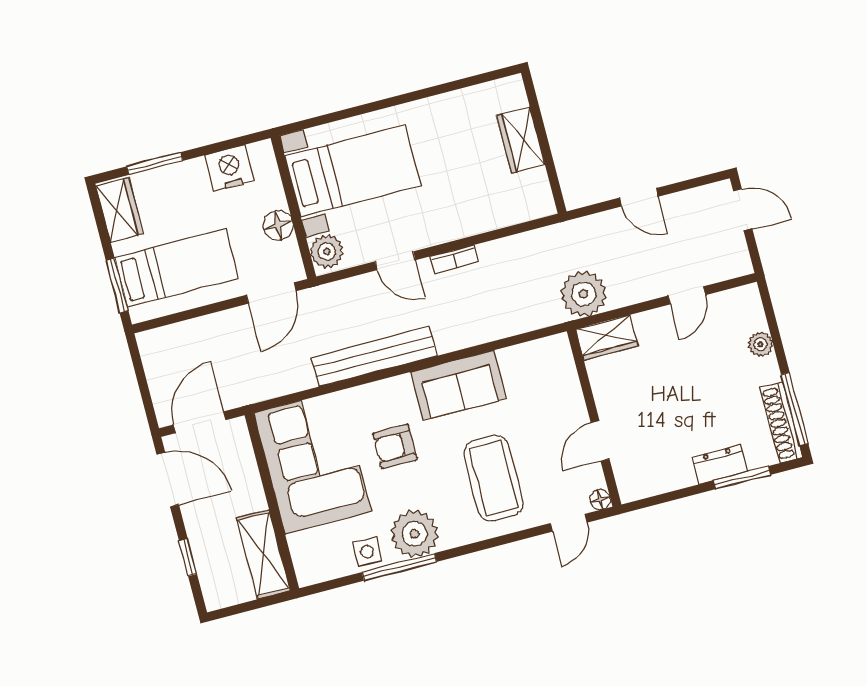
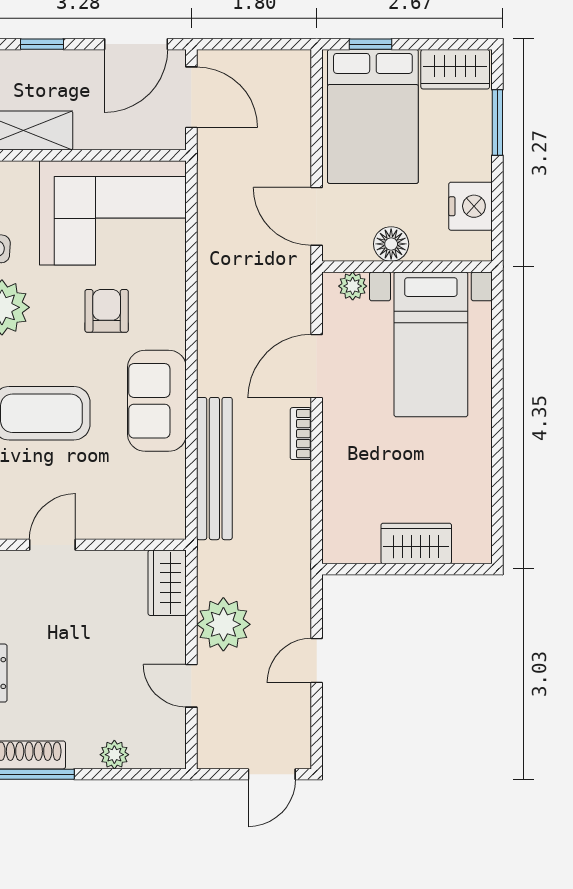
plant: (327, 251) -> (353, 286), width x0.73, depth x0.73
door: (395, 261) -> (317, 366), width x1.38
bed: (176, 268) -> (373, 116), width x1.50
window: (117, 286) -> (370, 44), width x0.67
plant: (584, 294) -> (223, 624), moved
bench: (374, 357) -> (214, 469), moved
door: (600, 441) -> (52, 545), hinge flipped

